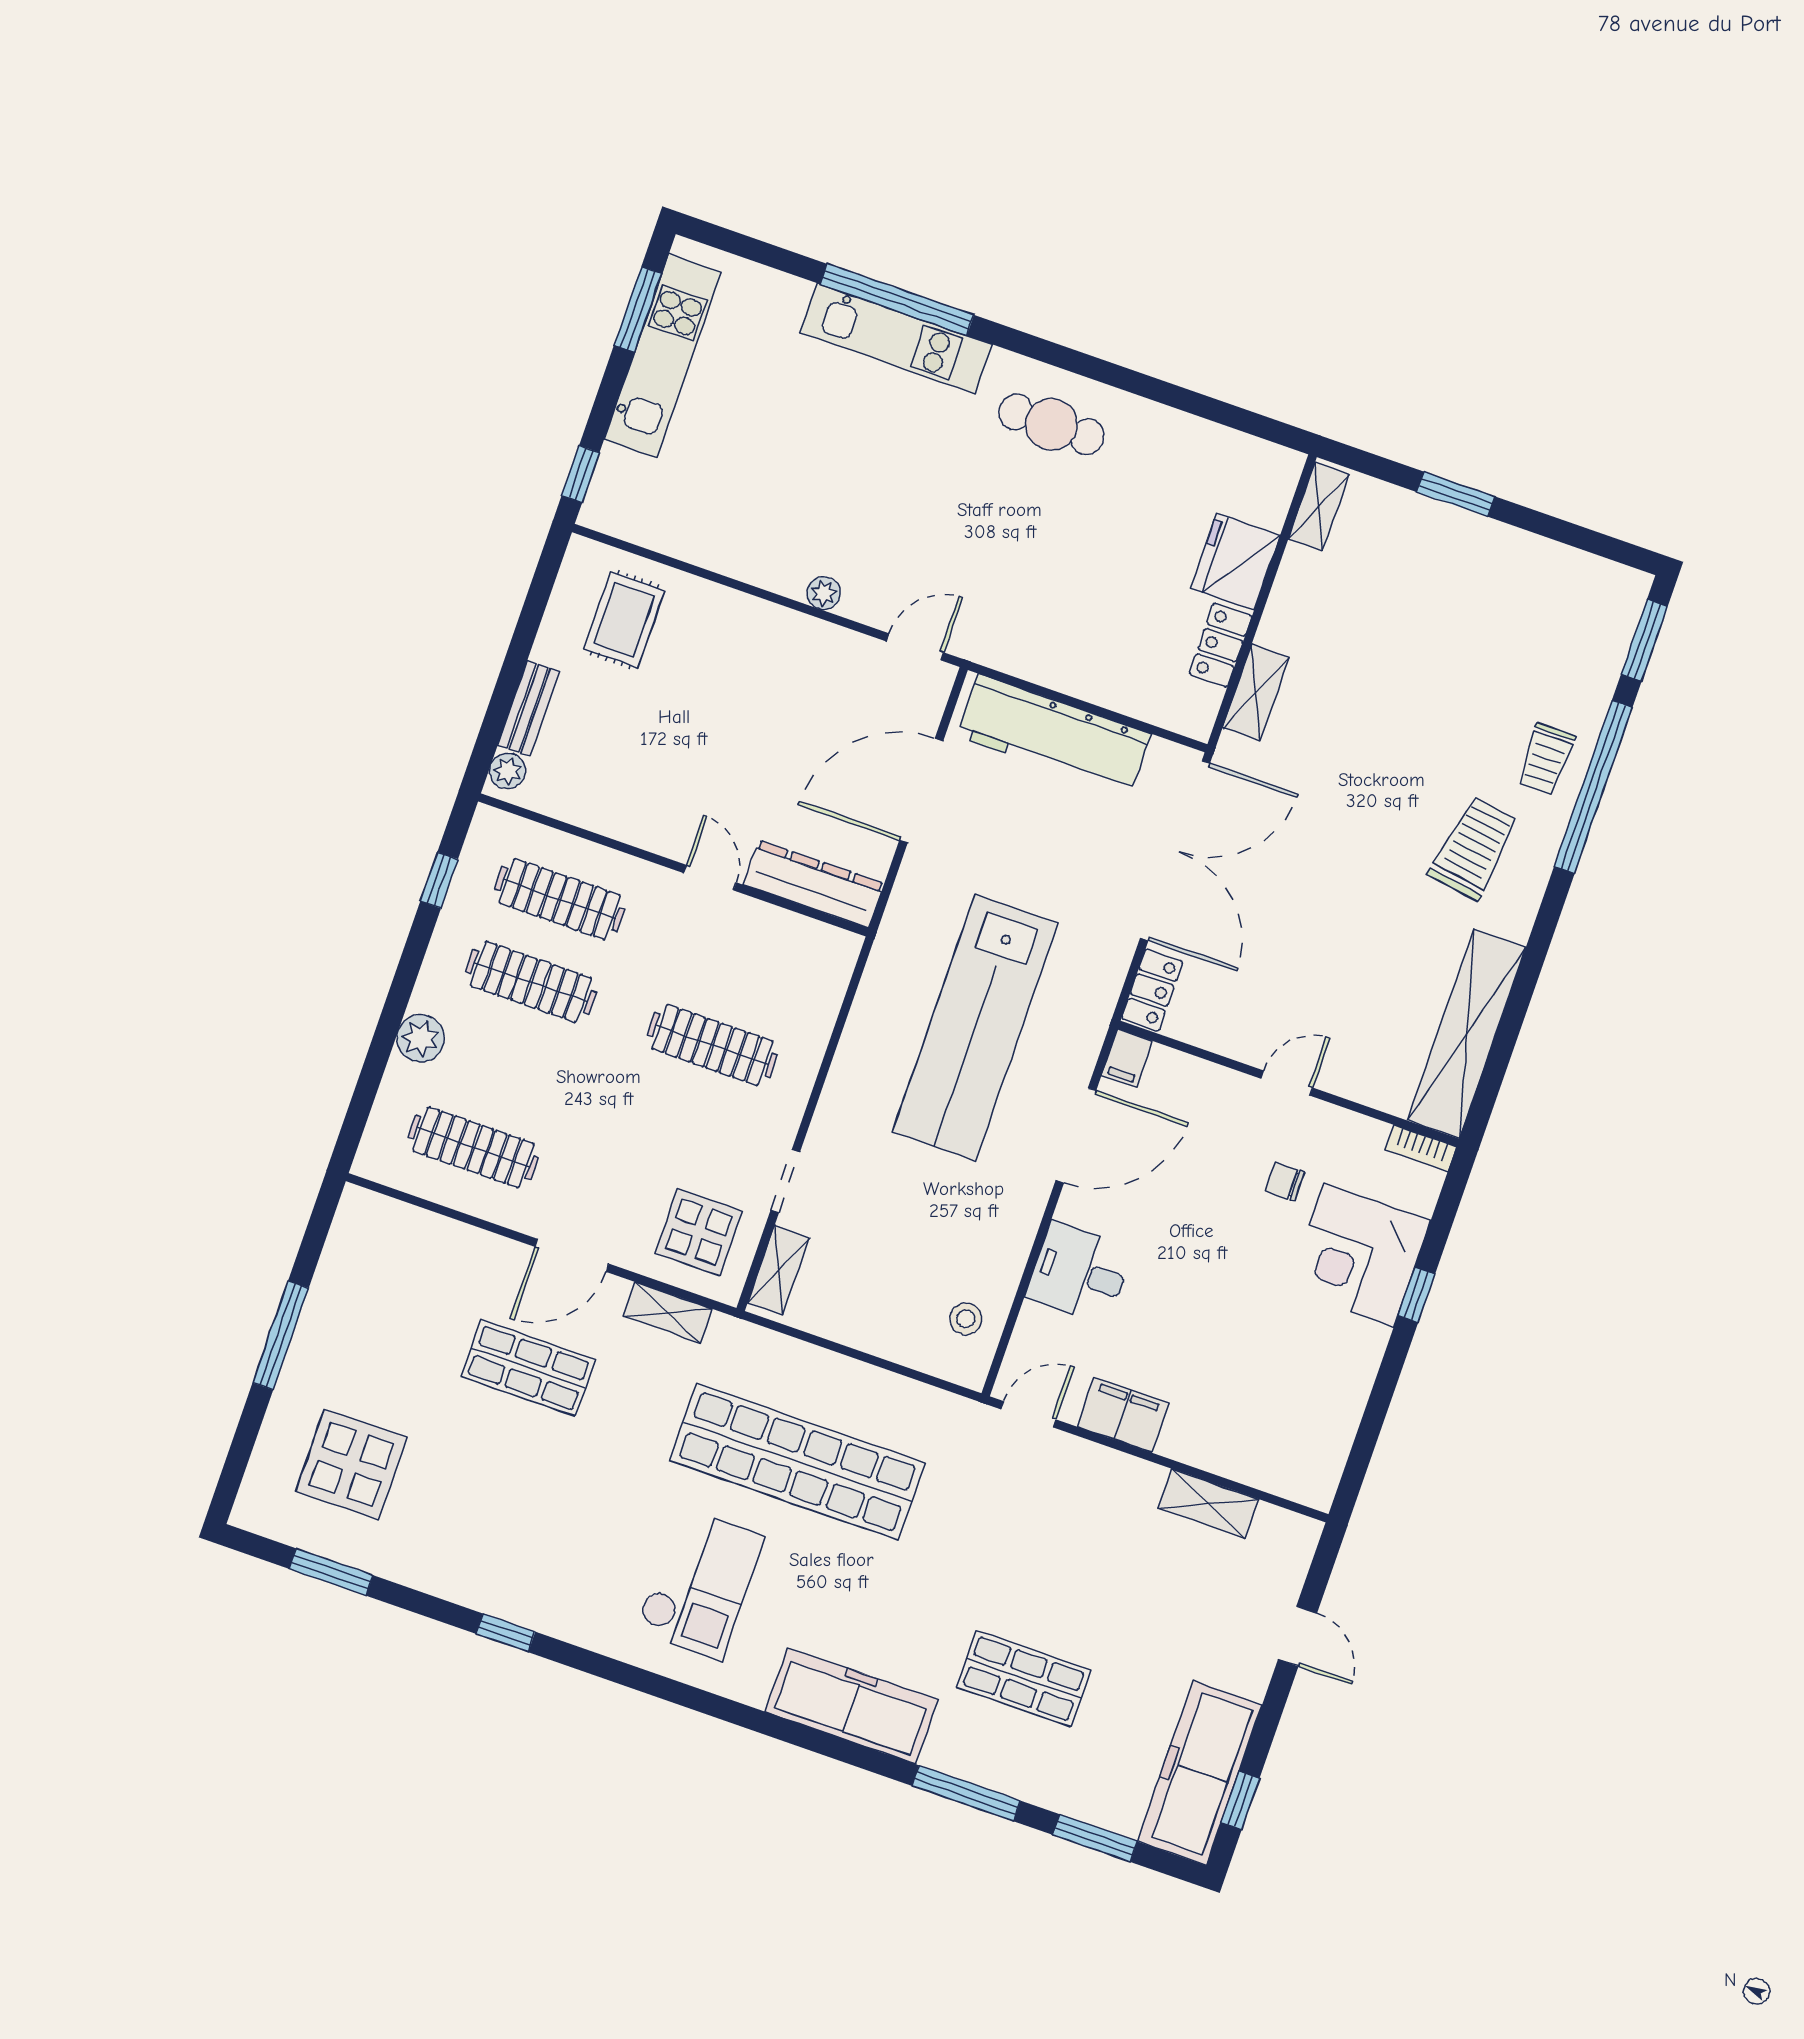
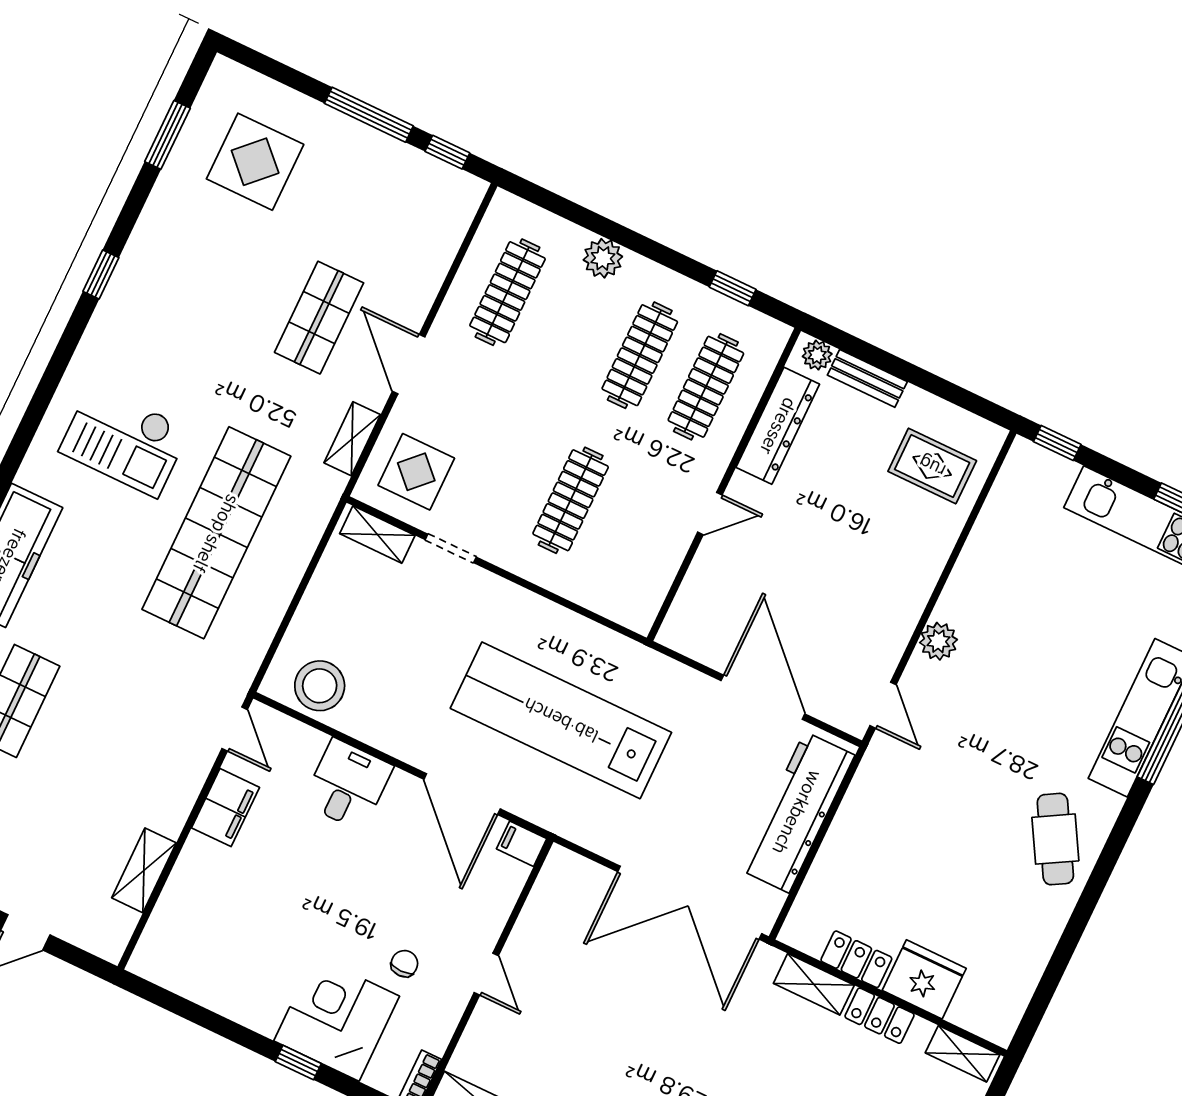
cafe table: (1051, 424) -> (1055, 839), turned -30
plant: (824, 593) -> (938, 641), width x1.38, depth x1.38
dresser: (814, 884) -> (778, 426), moved
locker: (1152, 990) -> (879, 1016), moved
window: (315, 1237) -> (447, 152), added
stool: (966, 1319) -> (320, 686), width x1.89, depth x1.89

